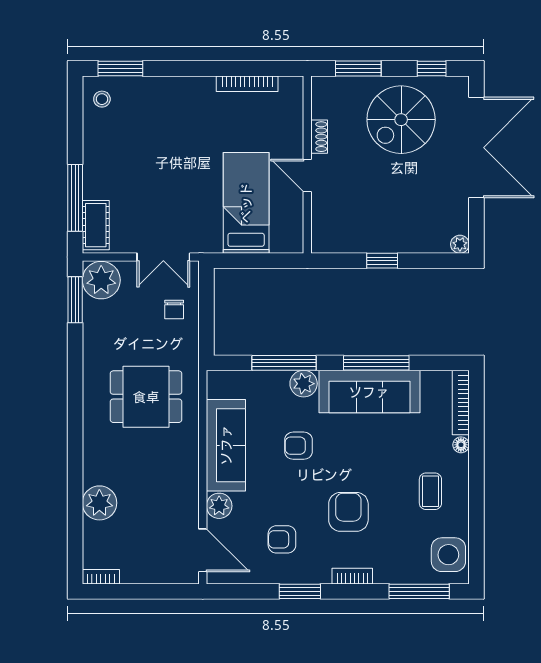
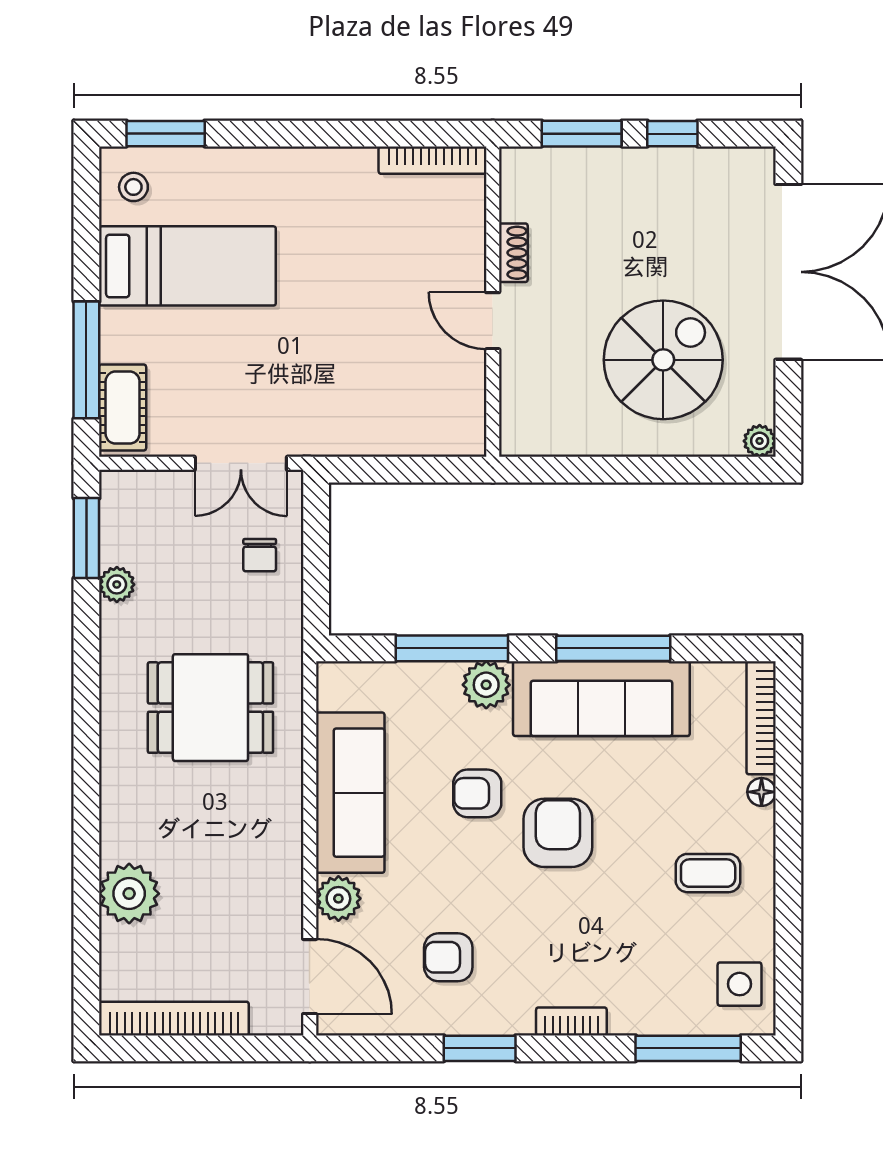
window: (432, 69) -> (672, 134), moved
bookcase: (247, 84) -> (433, 160), moved
spiral stairs: (401, 120) -> (663, 360), moved, turned 180
bed: (246, 203) -> (187, 266), moved, turned 90
window: (382, 261) -> (624, 470), removed
plant: (101, 280) -> (117, 584), moved, width x0.53, depth x0.53
coffee table: (430, 491) -> (708, 873), turned 90
armchair: (348, 512) -> (558, 833), moved
side table: (448, 555) -> (740, 984), width x0.73, depth x0.73
bookcase: (101, 577) -> (174, 1019), width x2.31, depth x1.31

